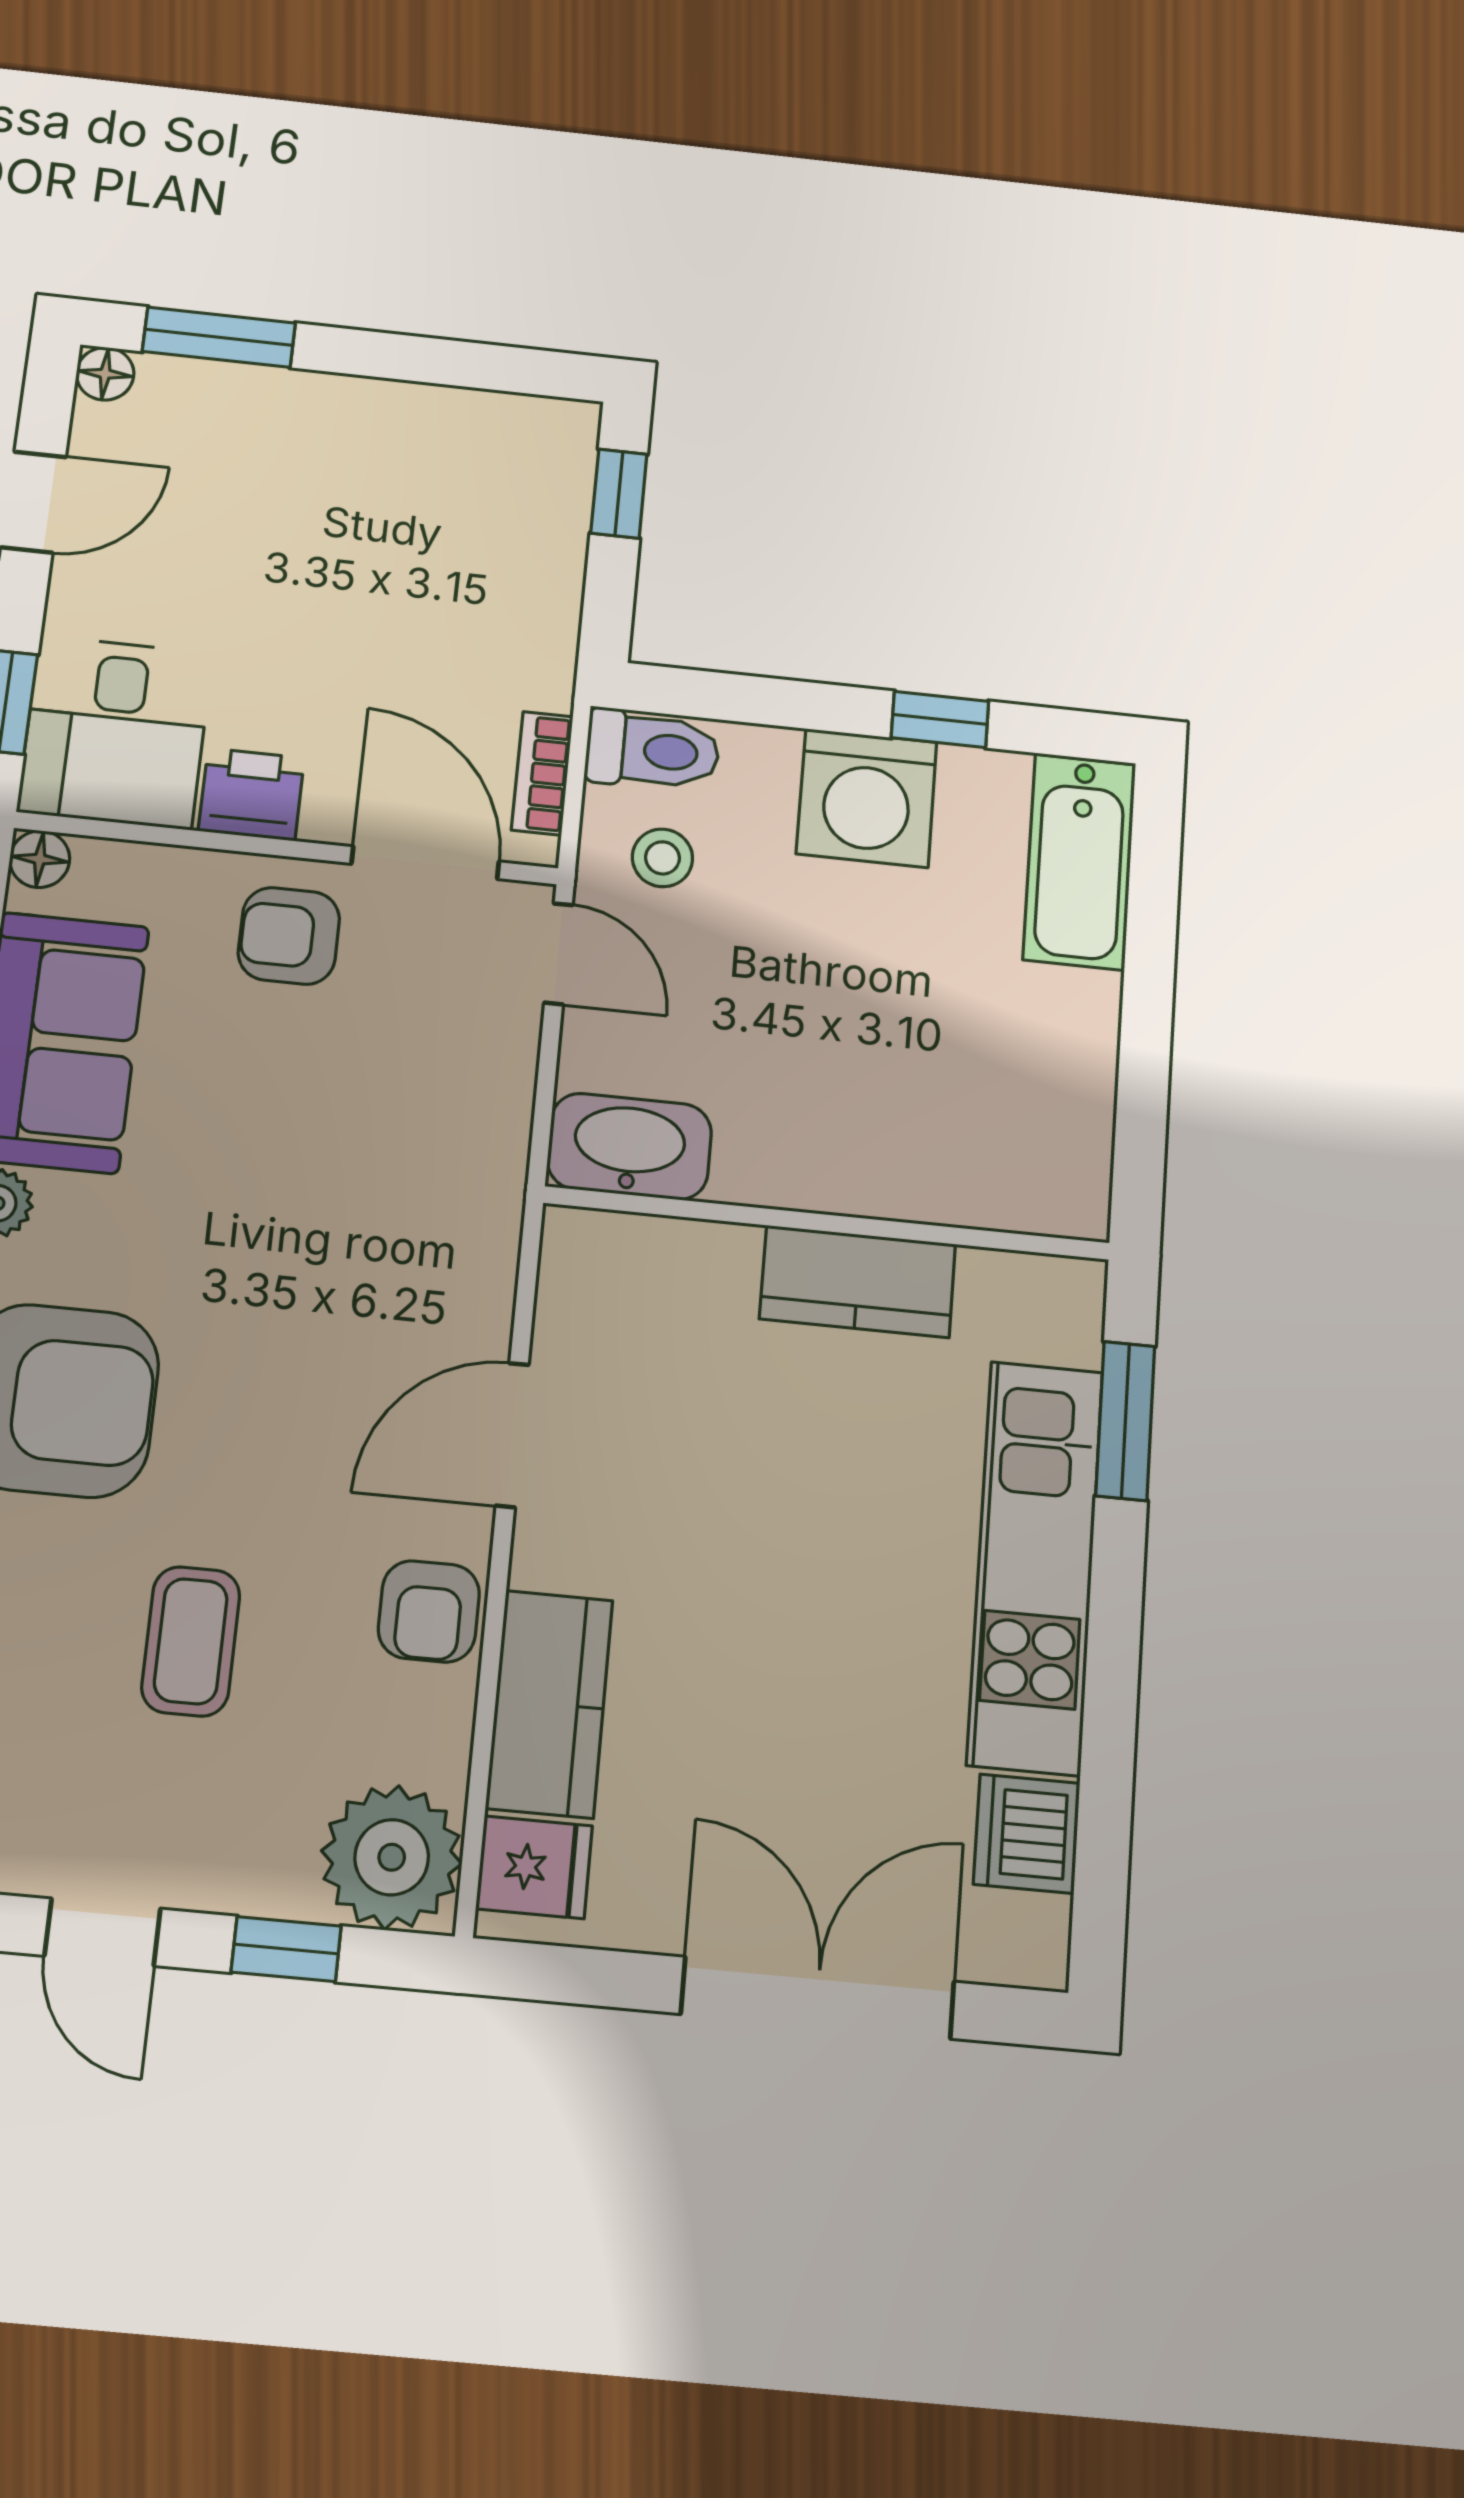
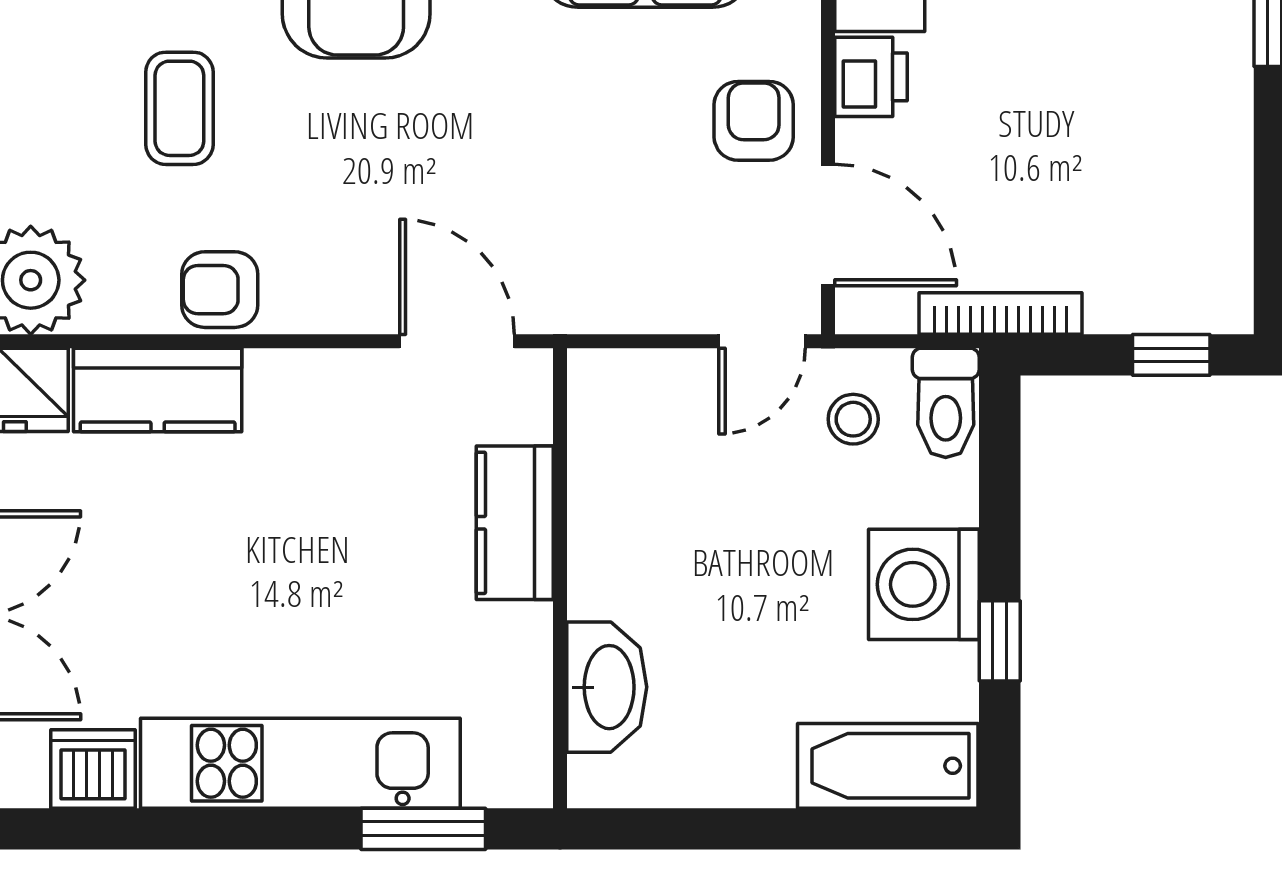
bookcase: (542, 773) -> (1001, 313), moved, width x1.56
door: (425, 863) -> (828, 225), hinge flipped
washbasin: (629, 1146) -> (607, 687), moved
kitchen counter: (858, 1281) -> (515, 523), moved
door: (512, 1435) -> (457, 341), moved
coffee table: (191, 1641) -> (179, 108), turned 90

